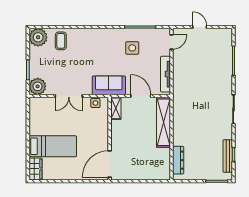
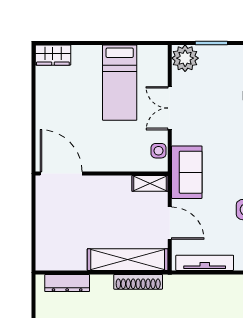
door: (141, 96) -> (170, 223), hinge flipped
shoe rack: (177, 116) -> (138, 282), added
bed: (53, 146) -> (120, 83), moved

